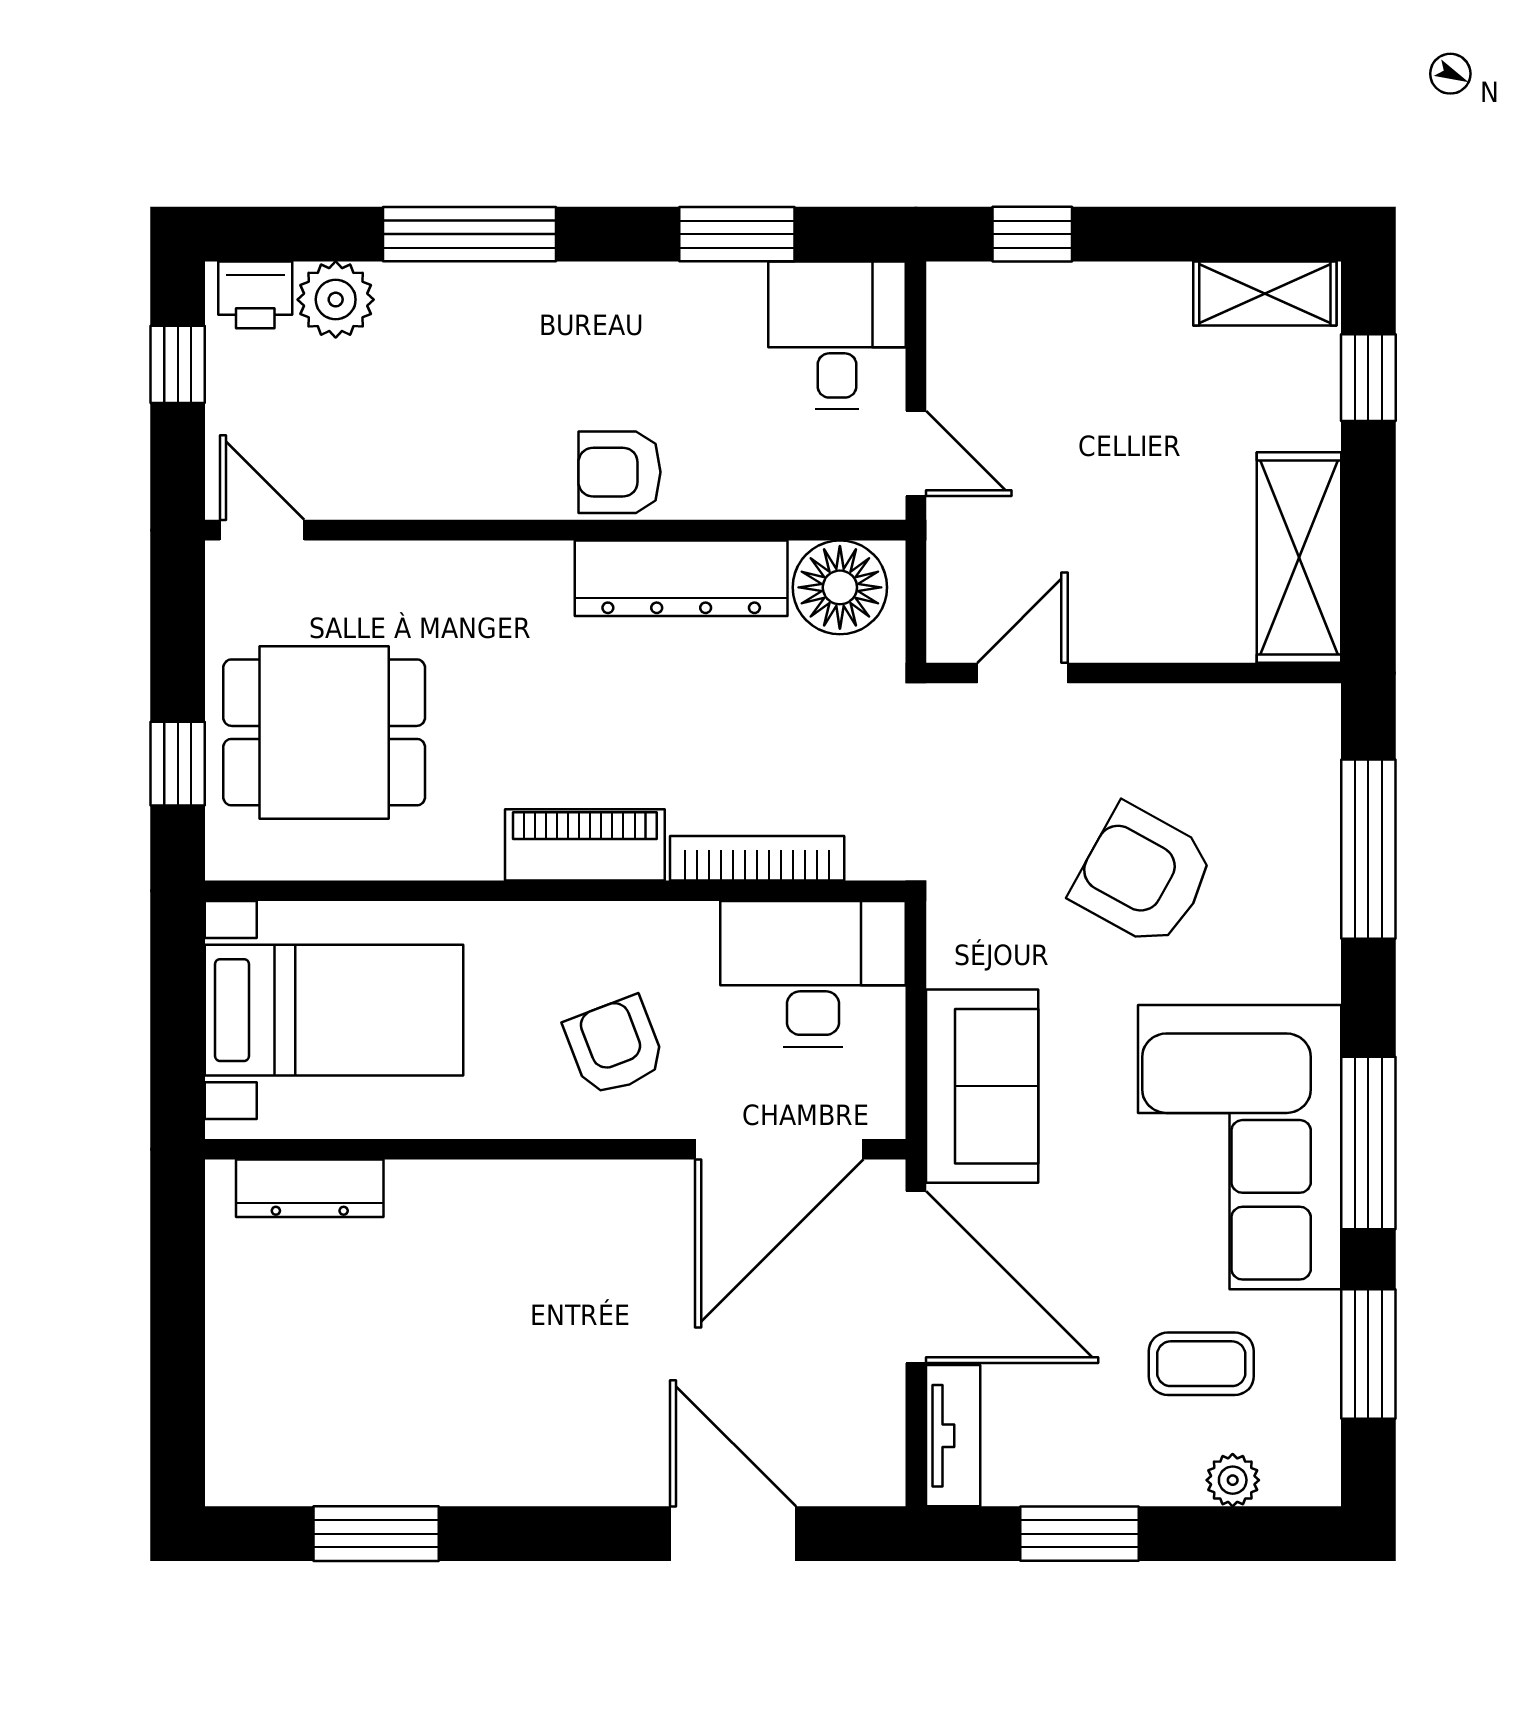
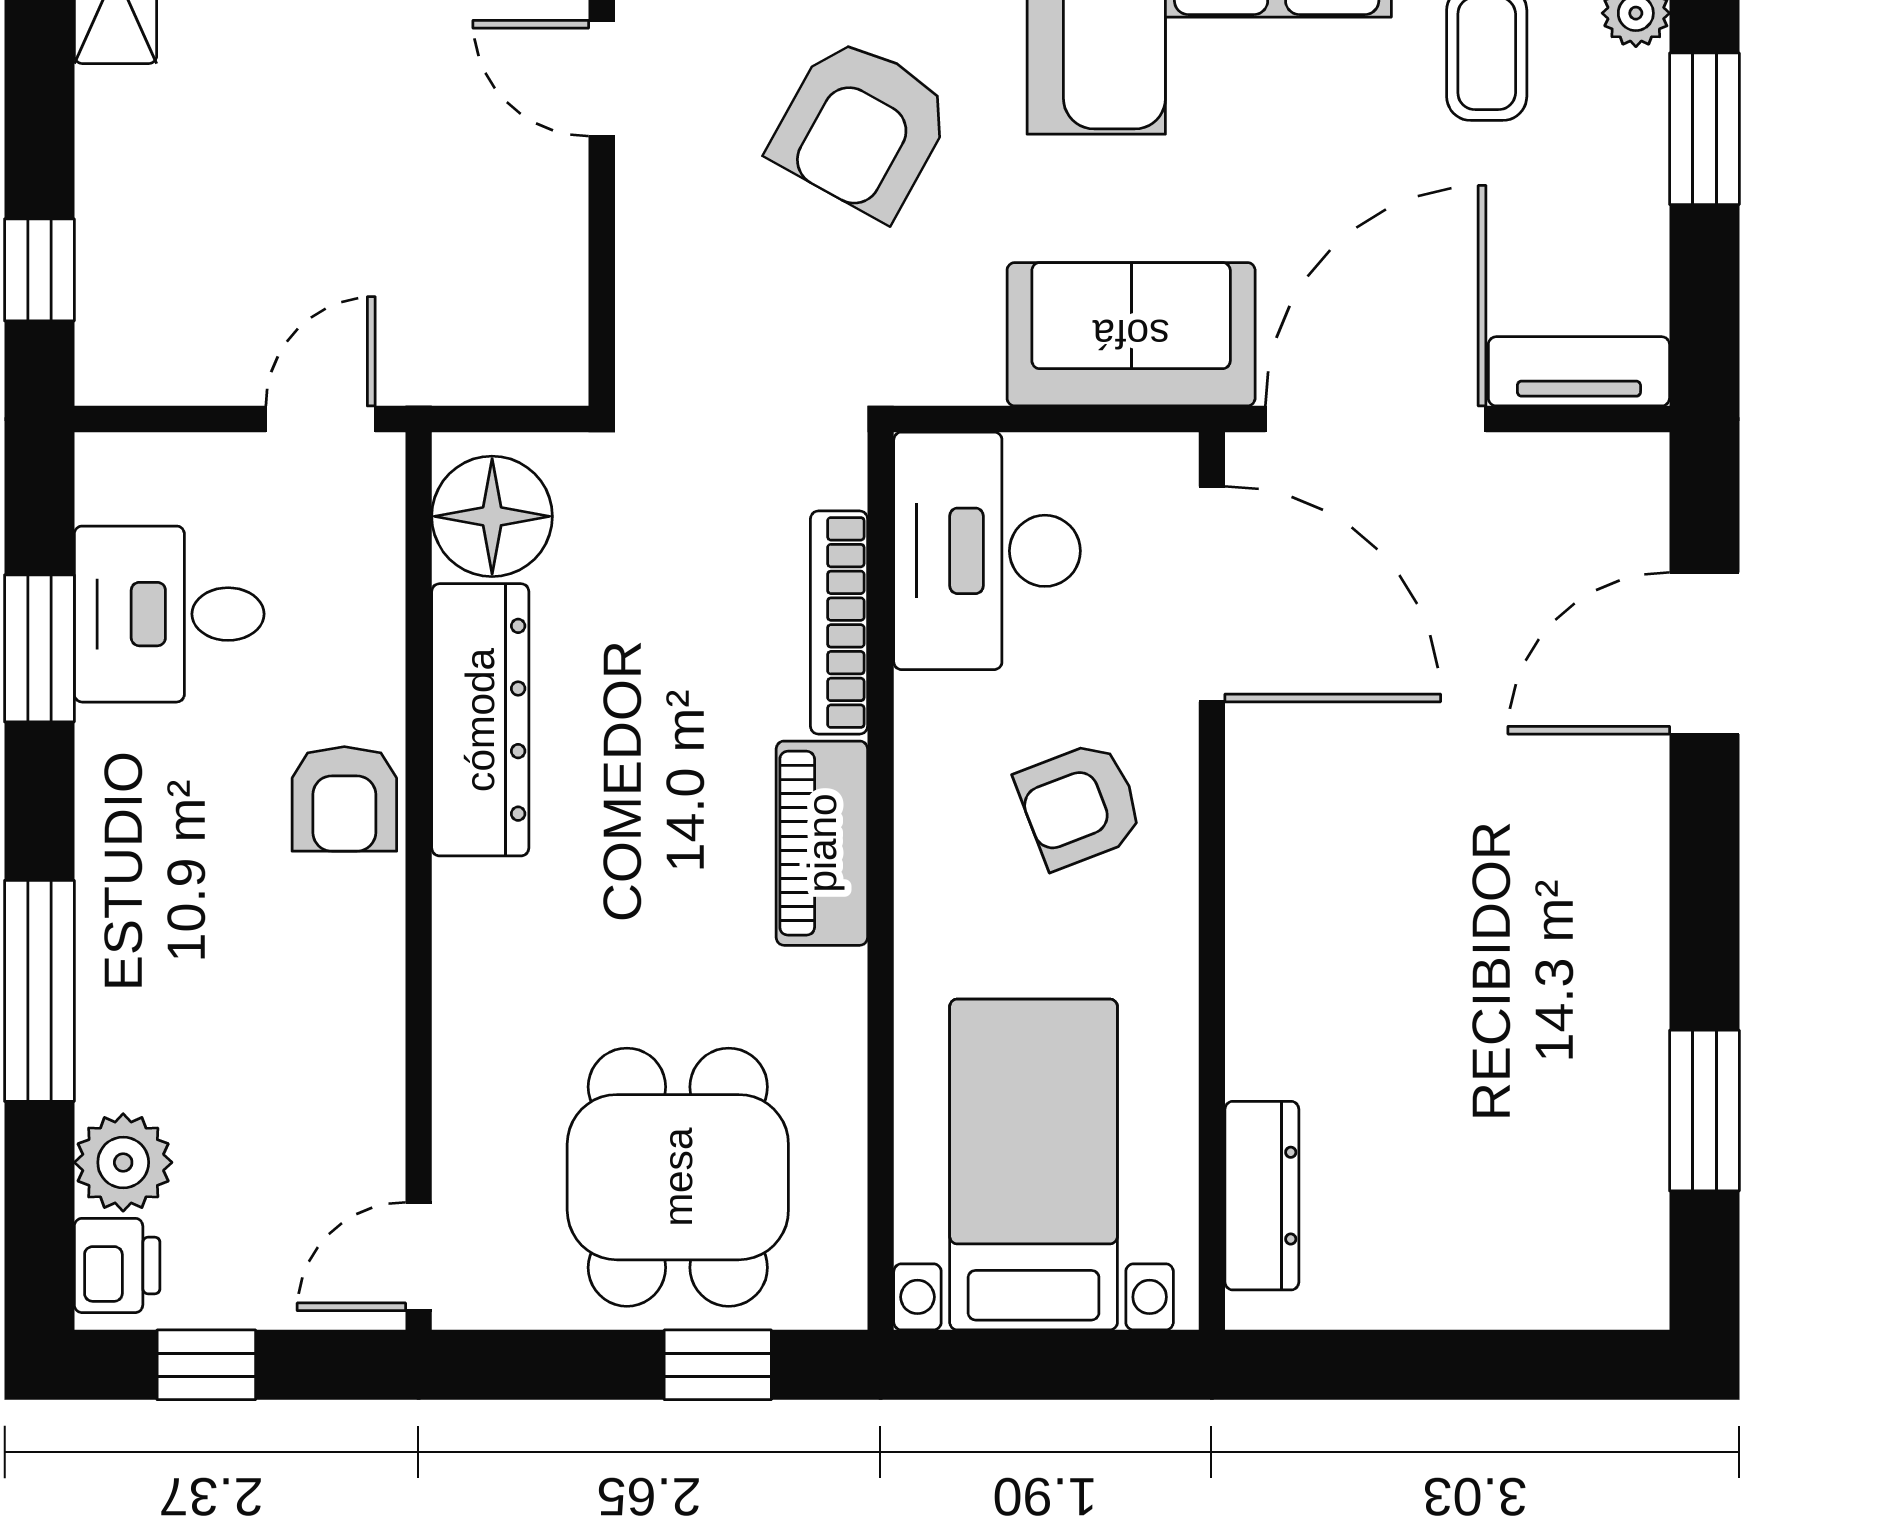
desk: (837, 335) -> (169, 614), moved
door: (1022, 673) -> (602, 78), moved
window: (1079, 1534) -> (1704, 129), moved

